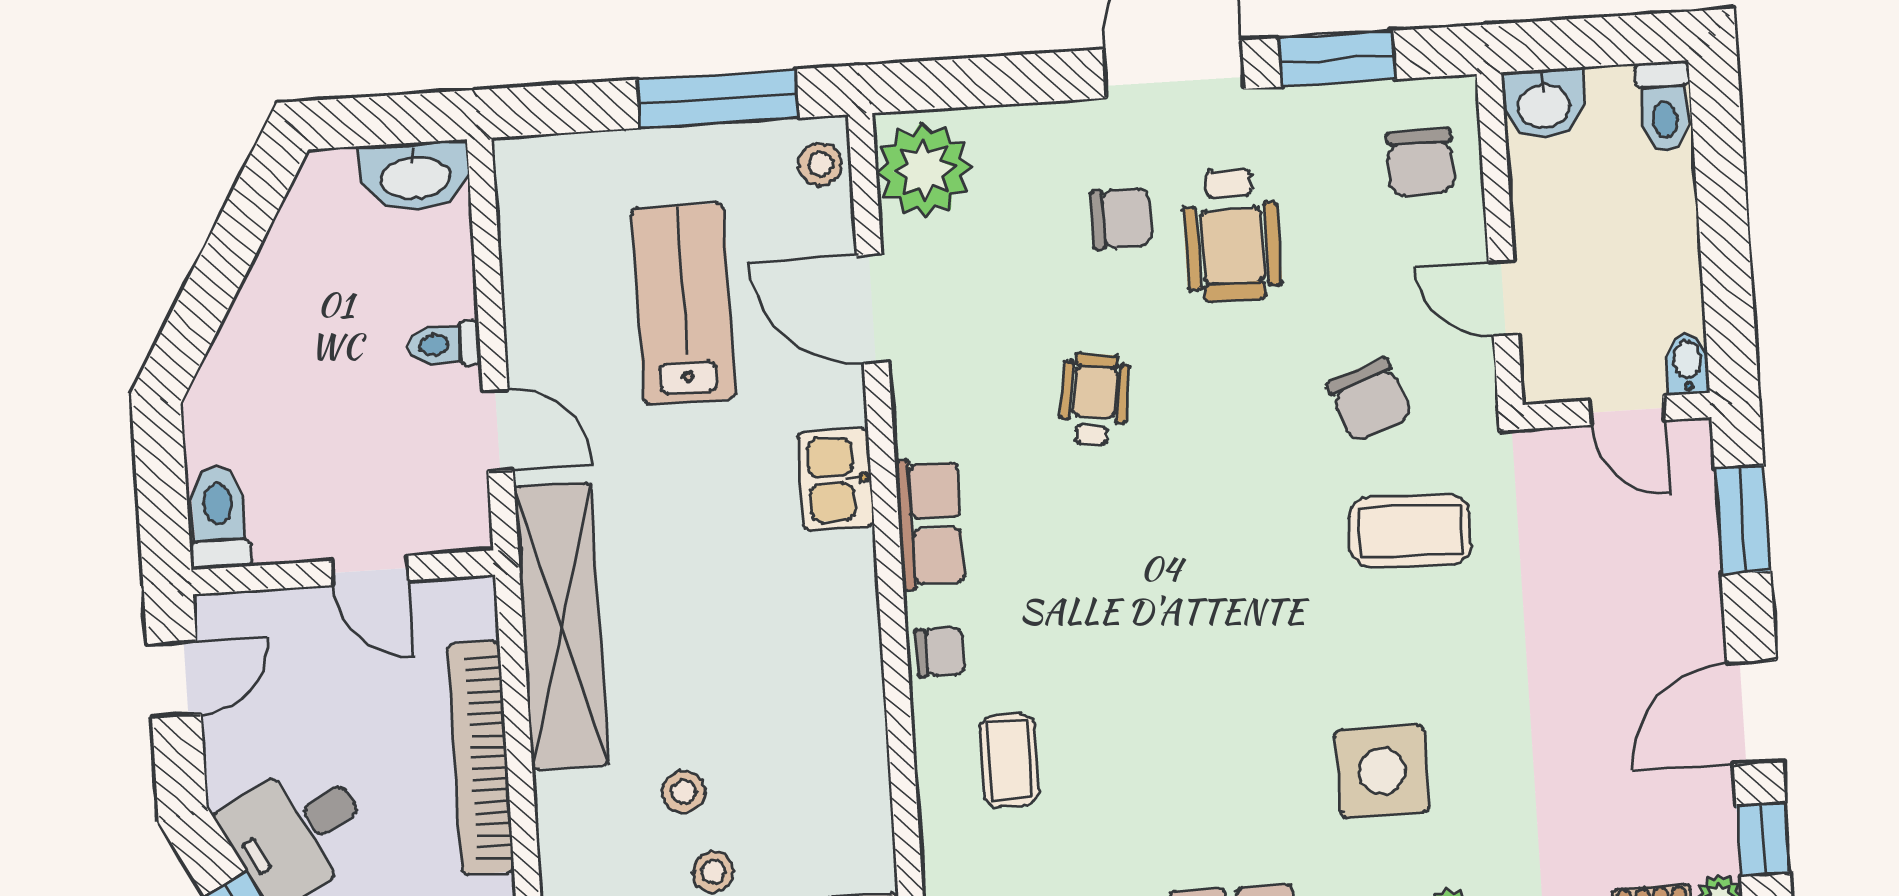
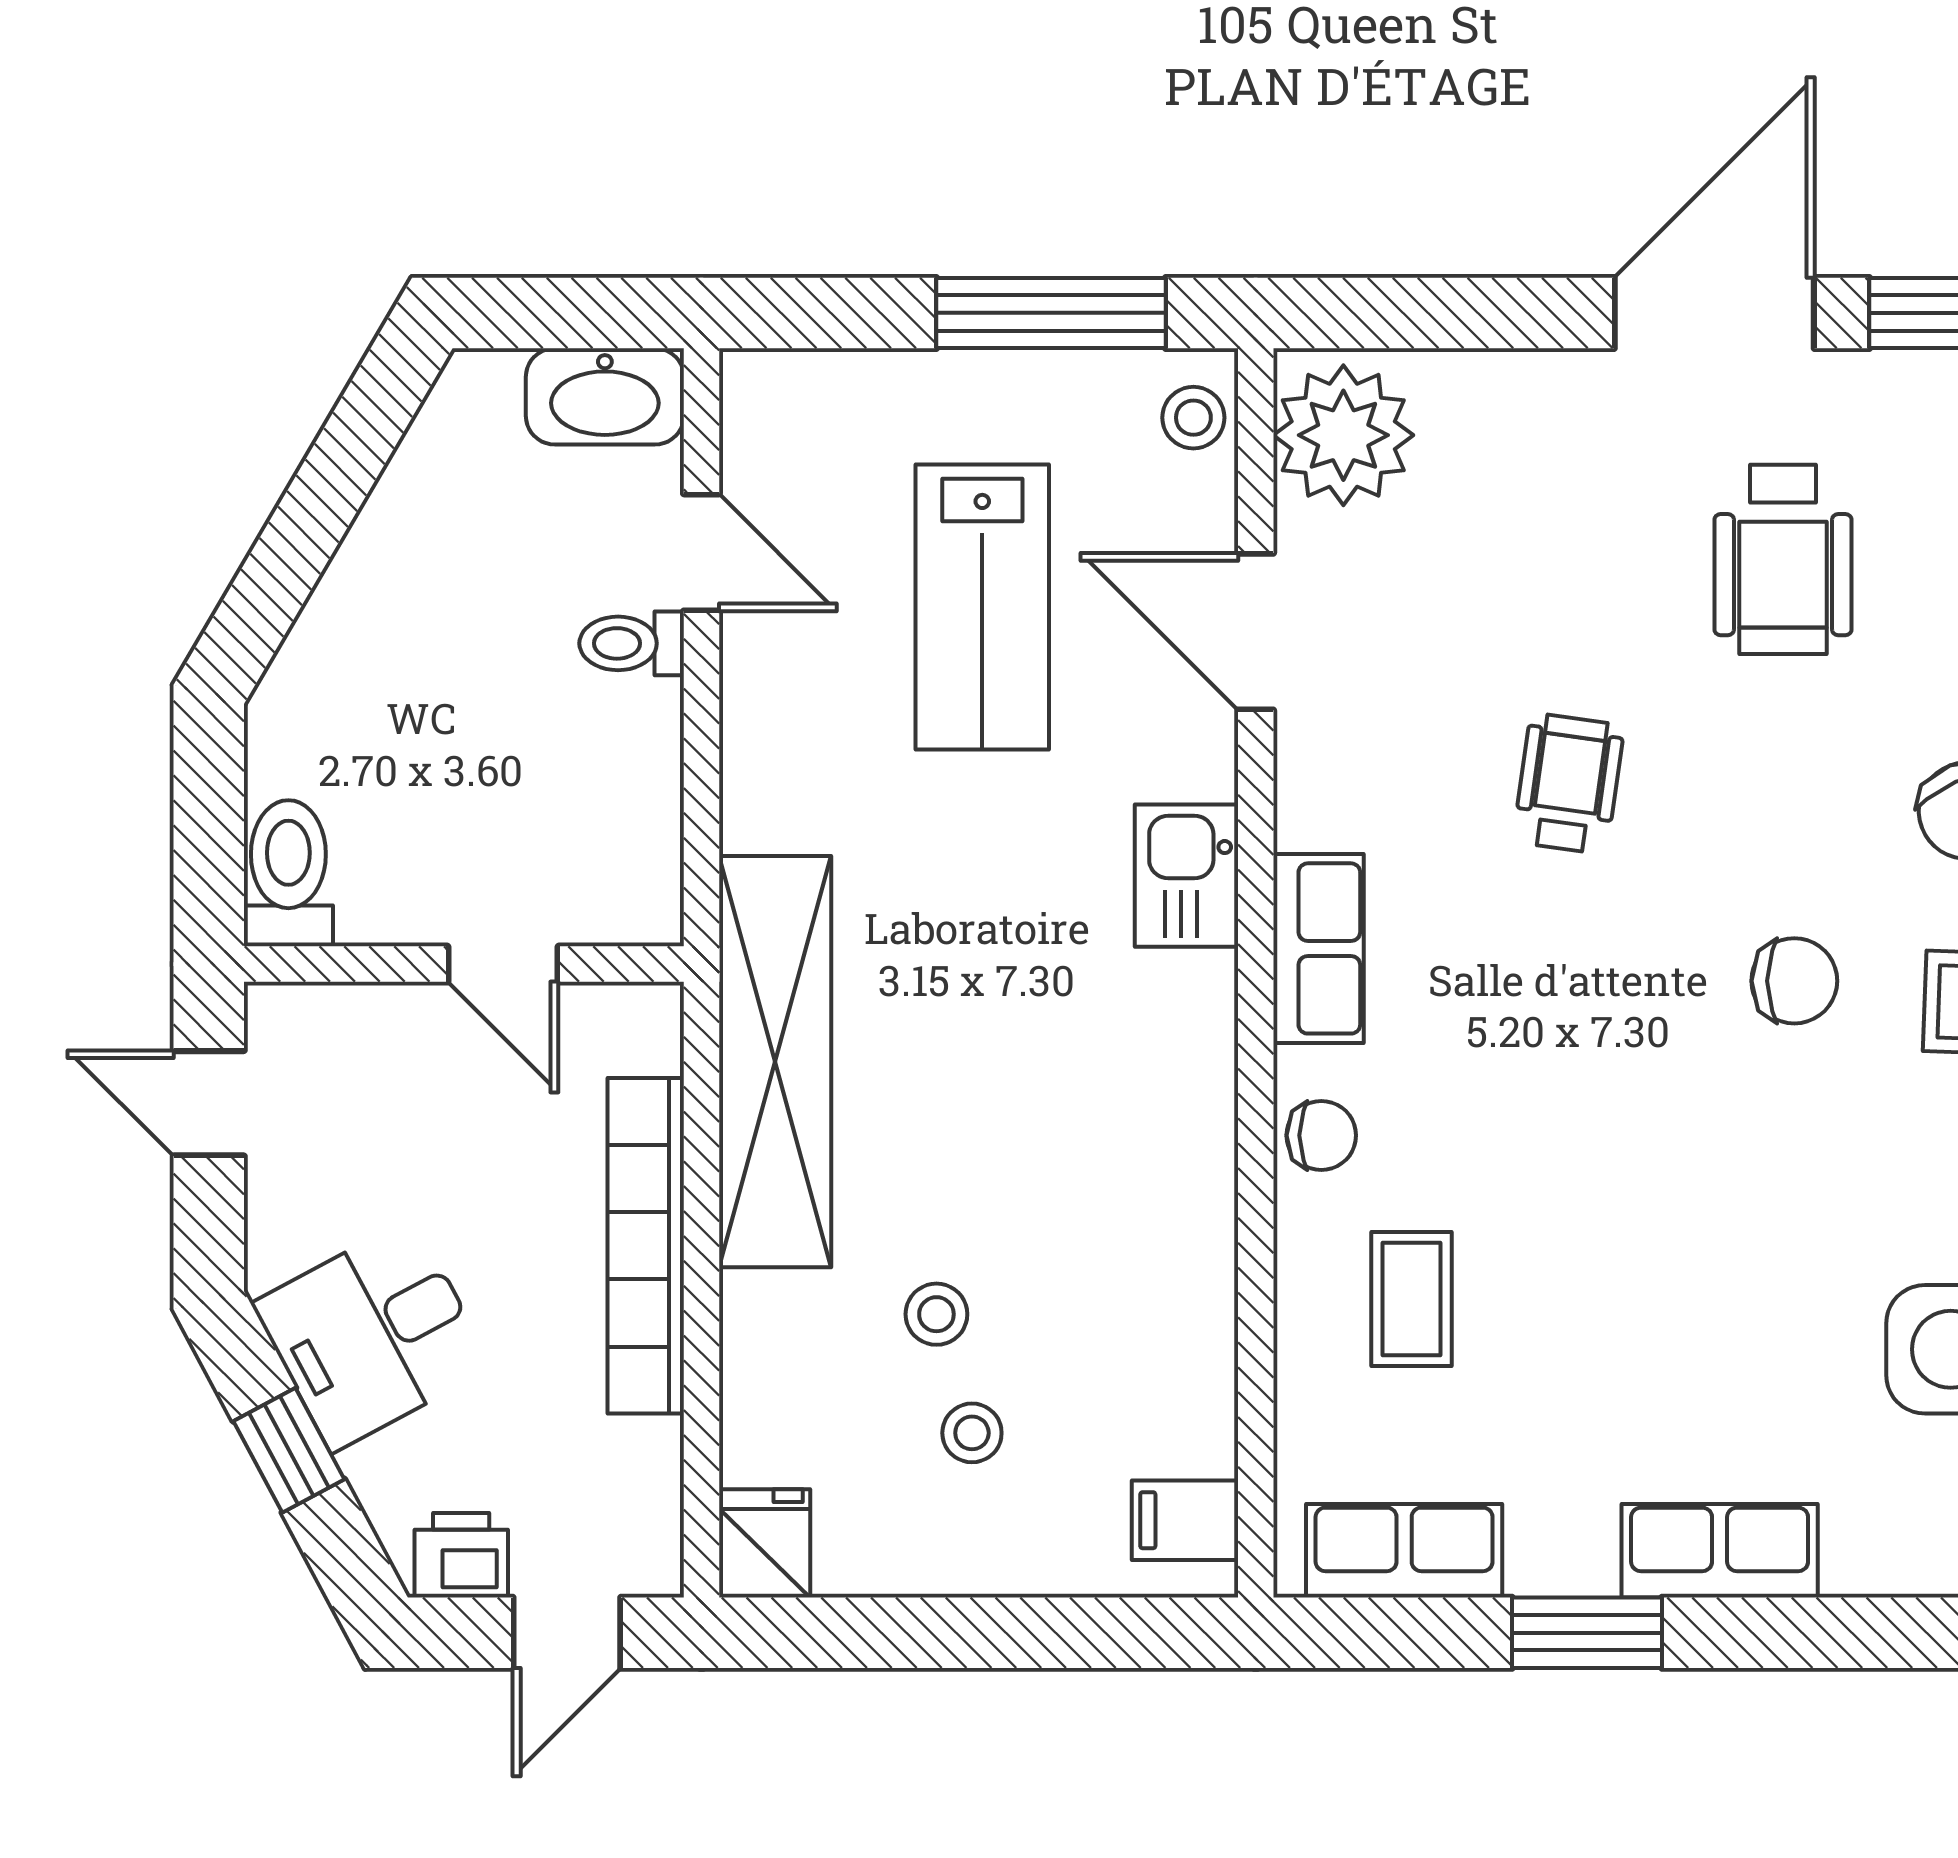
chair: (1121, 219) -> (1794, 981), moved
lab bench: (684, 304) -> (982, 607), turned 180
door: (498, 430) -> (701, 552), moved
door: (174, 679) -> (209, 1103), swing flipped

